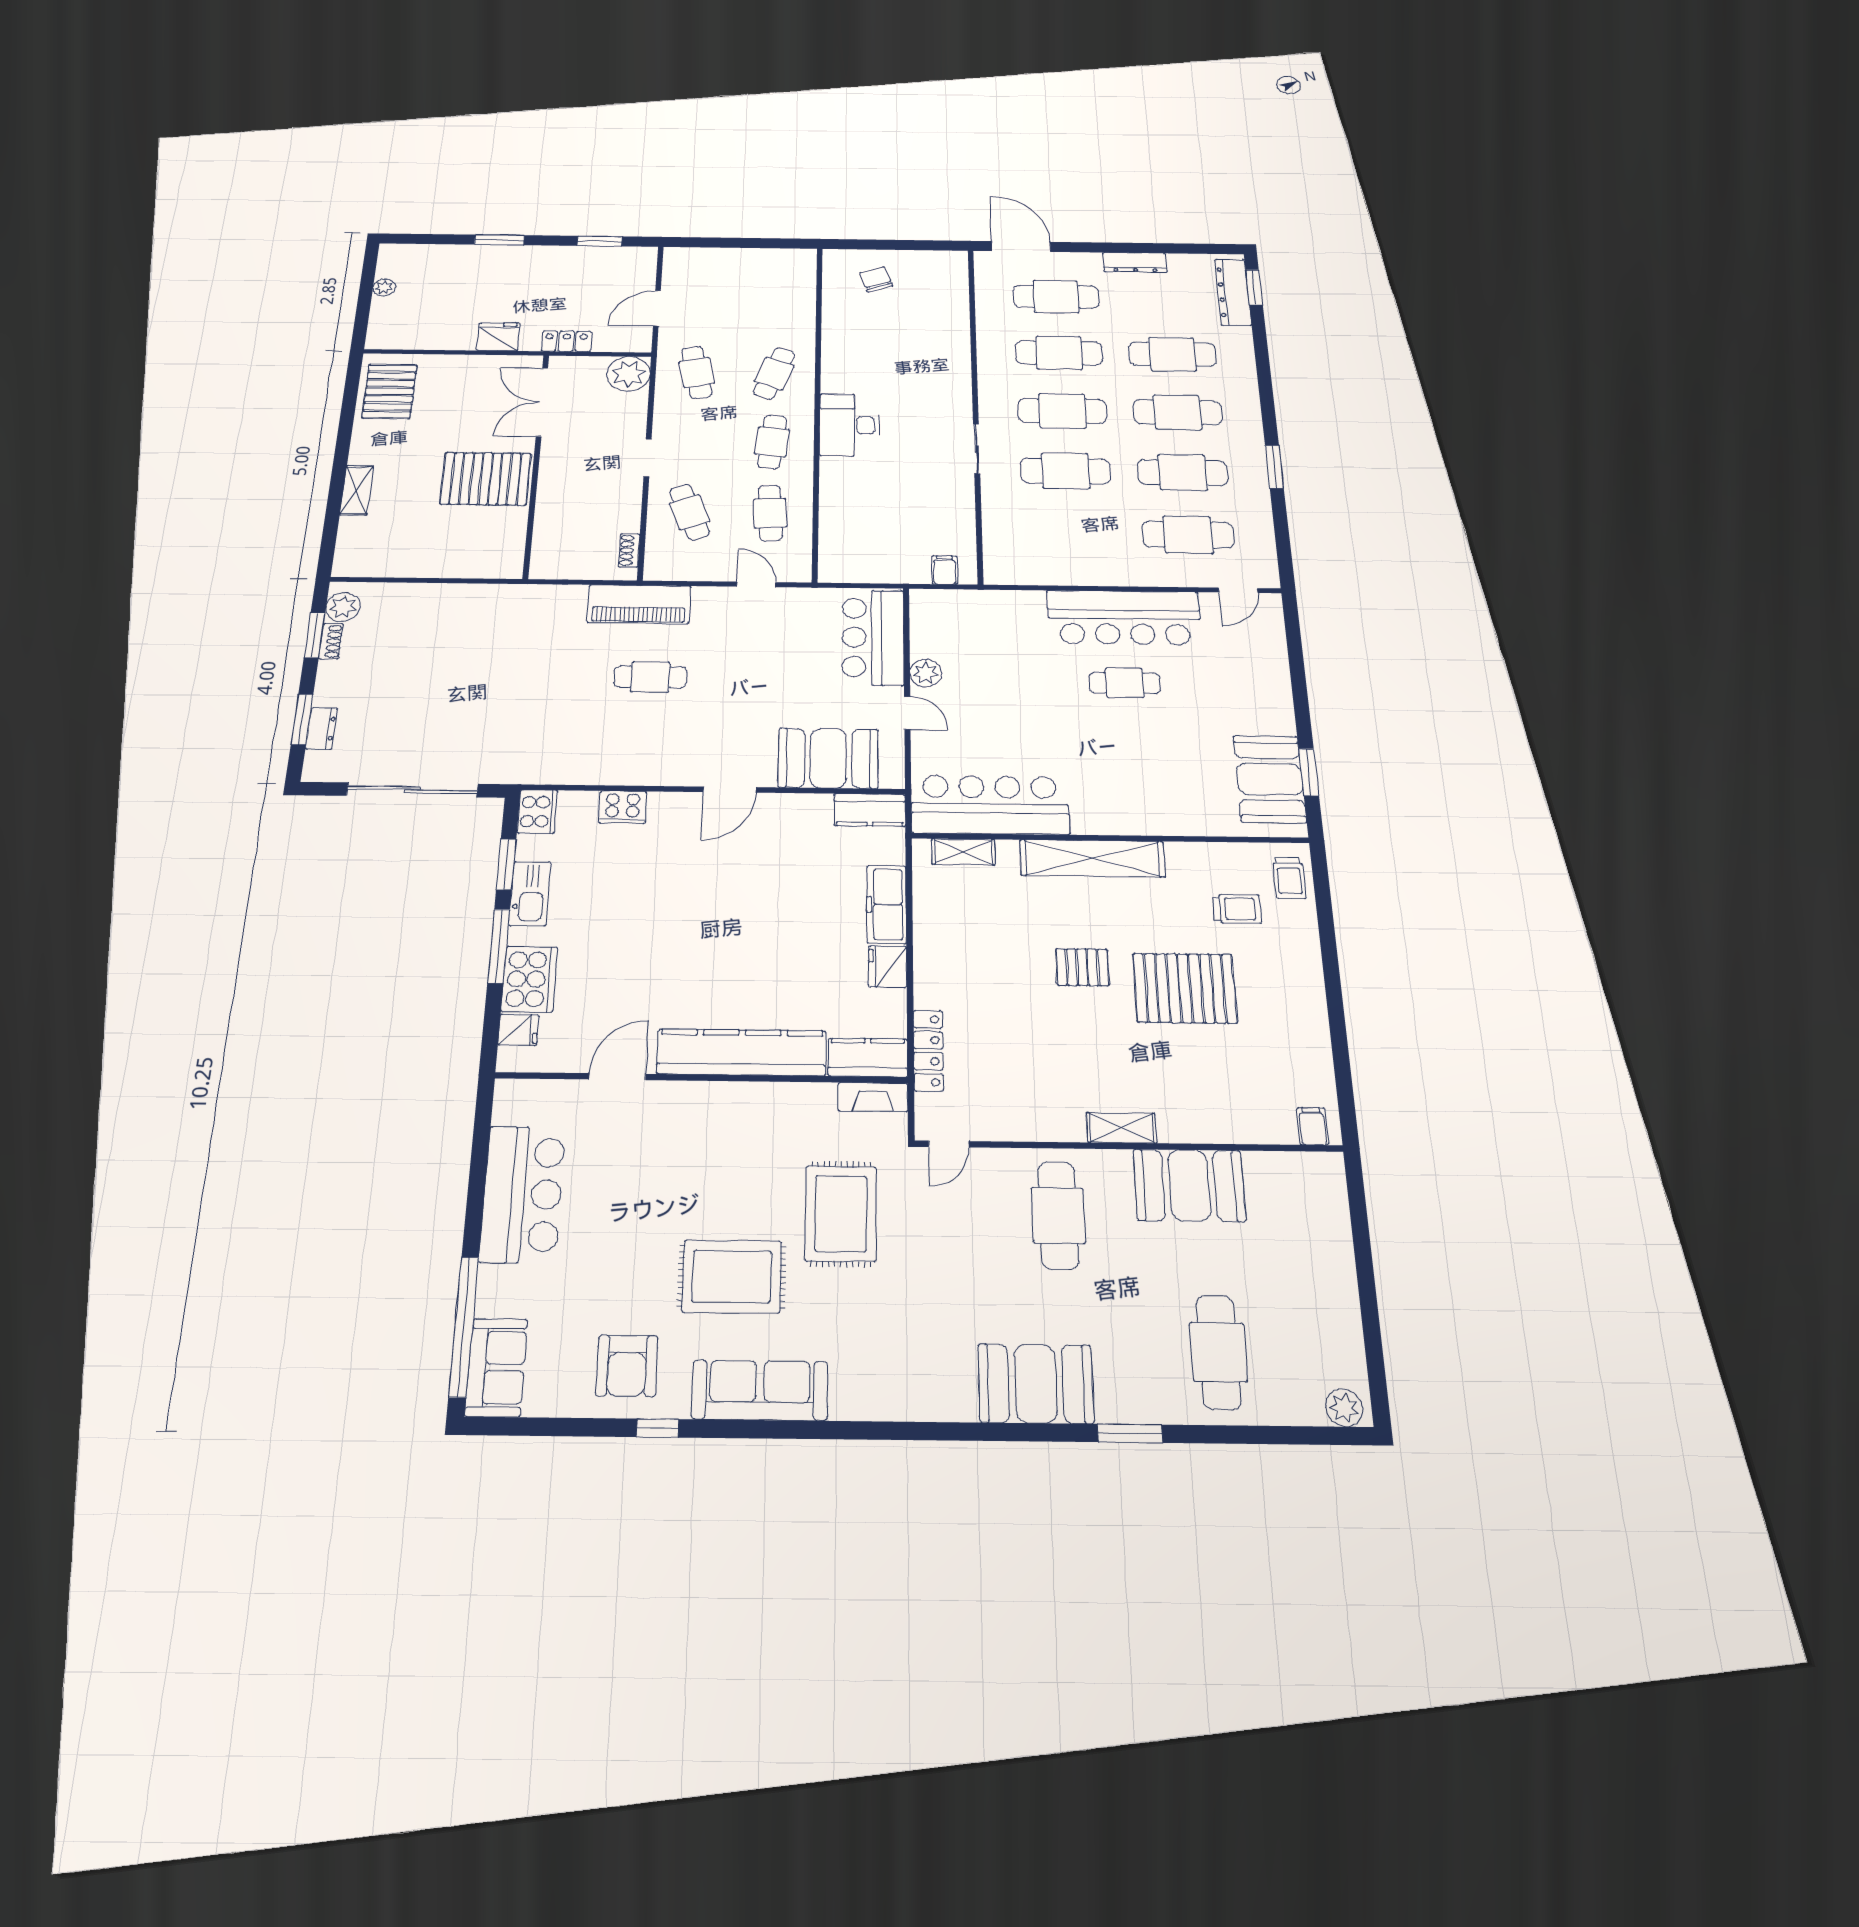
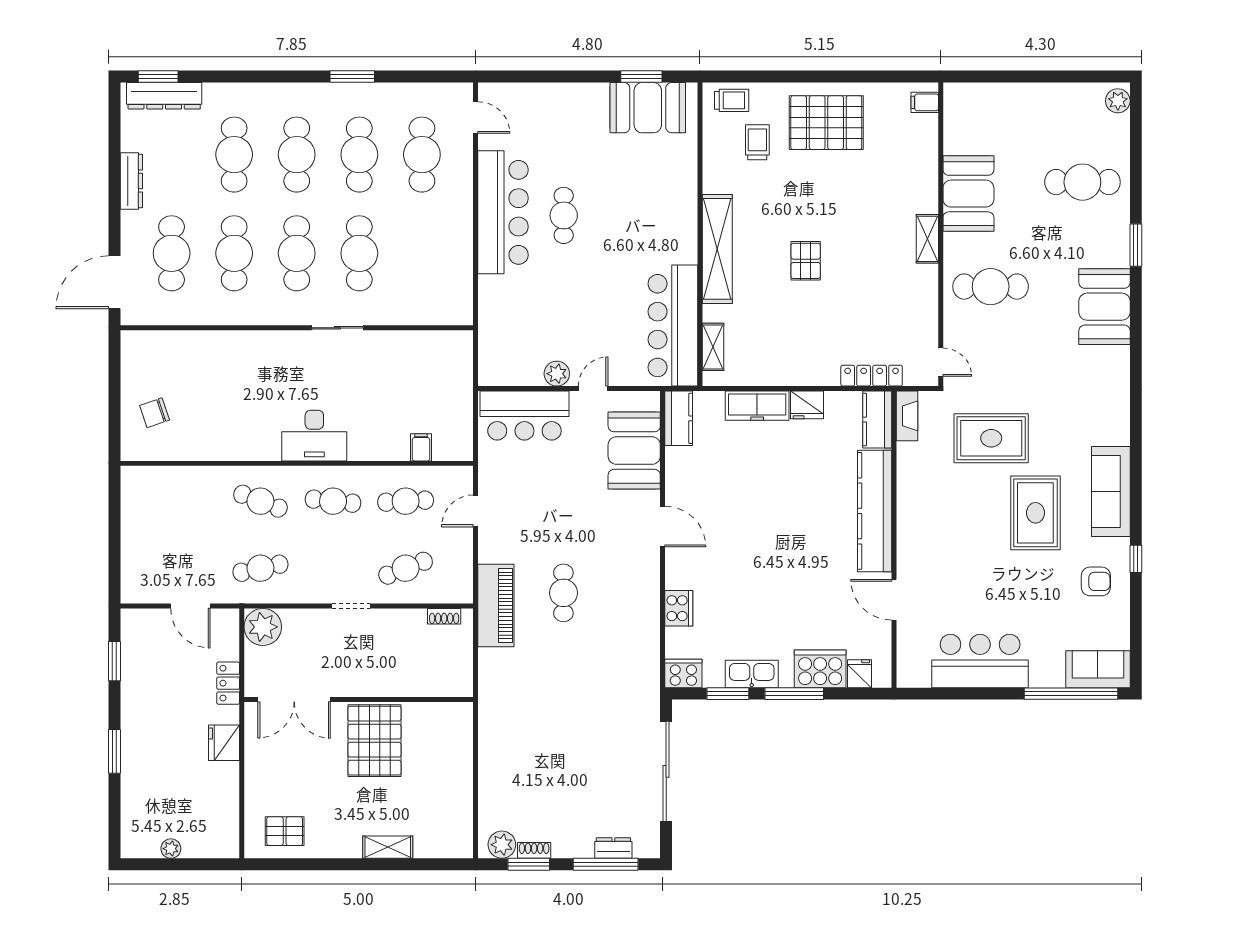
pallet: (389, 391) -> (285, 831), width x0.67, depth x0.71
filing cabinet: (945, 570) -> (421, 447), moved, turned 90
window: (302, 720) -> (606, 864), width x1.44
pallet: (1185, 988) -> (826, 123), moved, turned 90
armchair: (627, 1366) -> (1096, 581), width x0.72, depth x0.72

